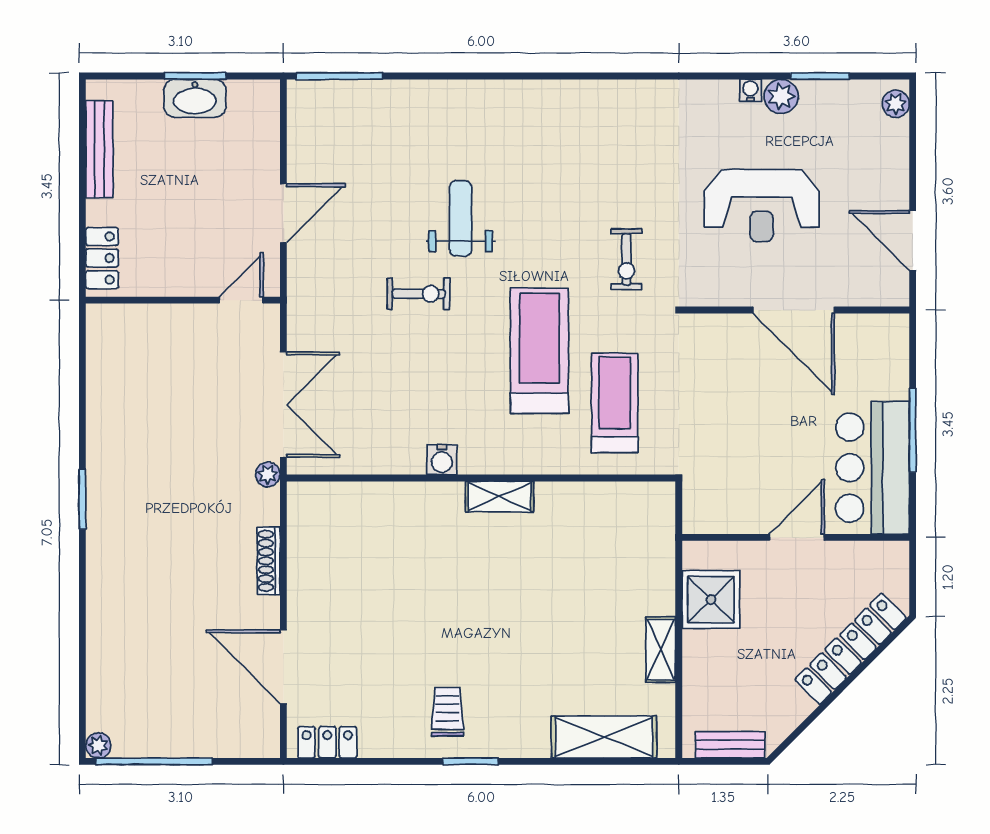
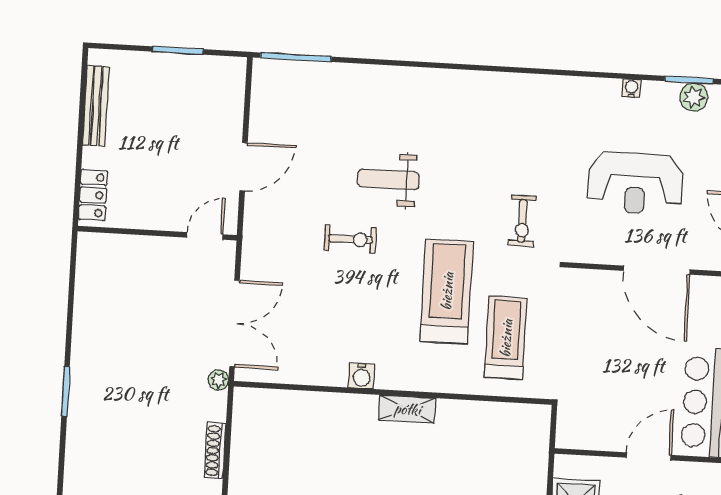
plant: (781, 96) -> (694, 97), moved
washbasin: (195, 98) -> (177, 69), removed
weight bench: (461, 218) -> (388, 179), turned -90

